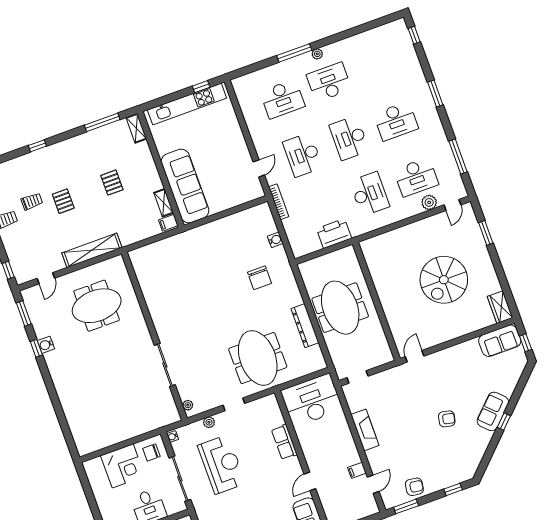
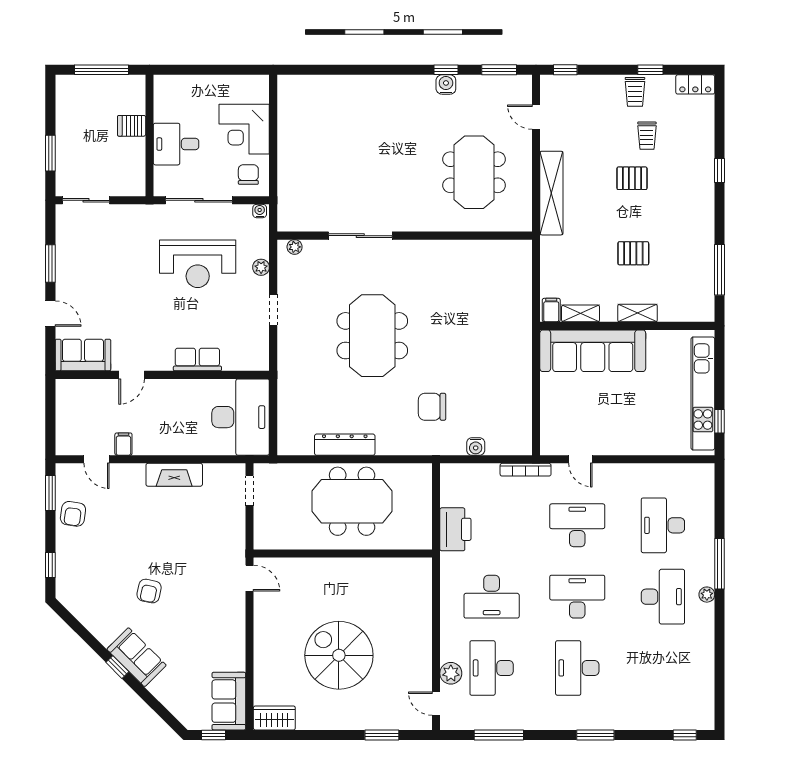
shelving: (136, 128) -> (637, 313), moved
meeting table: (258, 358) -> (372, 336), moved, turned 90
door: (310, 481) -> (132, 375), swing flipped

